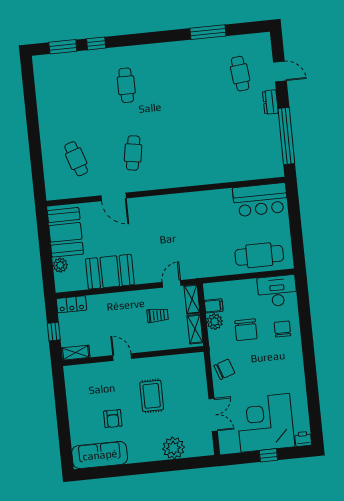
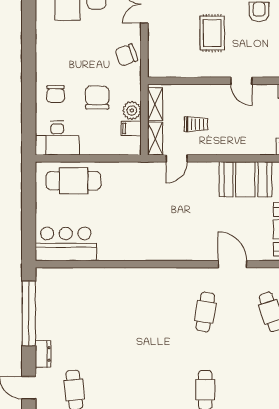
trolley: (158, 315) -> (196, 124), turned 180

